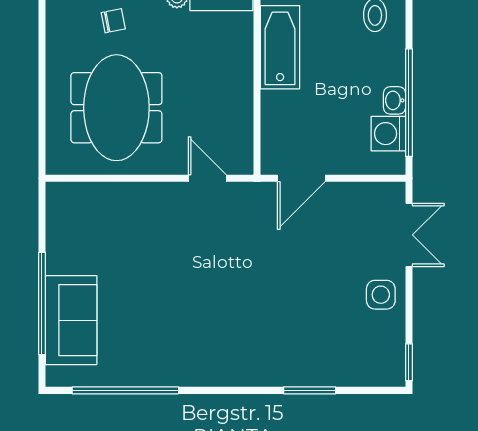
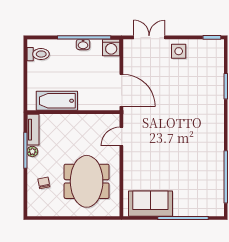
meeting table: (116, 108) -> (87, 181), turned 90
washing machine: (388, 134) -> (111, 47), moved
door: (301, 178) -> (121, 90), width x1.36
sofa: (71, 320) -> (150, 204), moved

